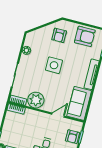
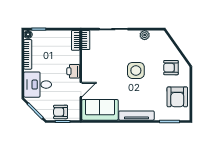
plant: (36, 100) -> (91, 60), removed
door: (58, 115) -> (81, 90), hinge flipped
printer: (41, 117) -> (73, 71), added

